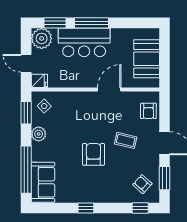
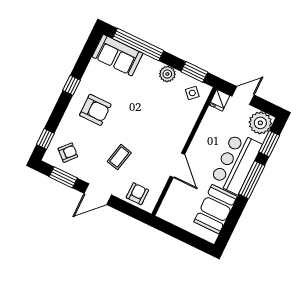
booth: (147, 59) -> (216, 209), moved, turned 90
armchair: (148, 111) -> (137, 194), turned 90
armchair: (93, 154) -> (95, 110), moved

